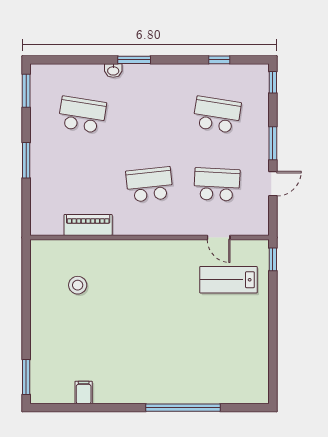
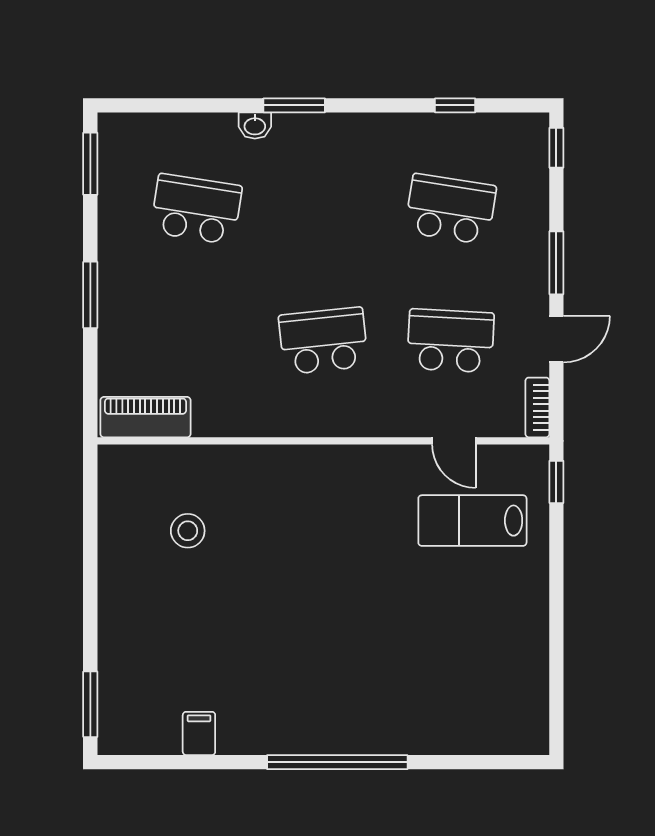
bookcase: (263, 220) -> (537, 407), added
piano: (88, 225) -> (145, 417), moved
window: (183, 408) -> (337, 762), moved

